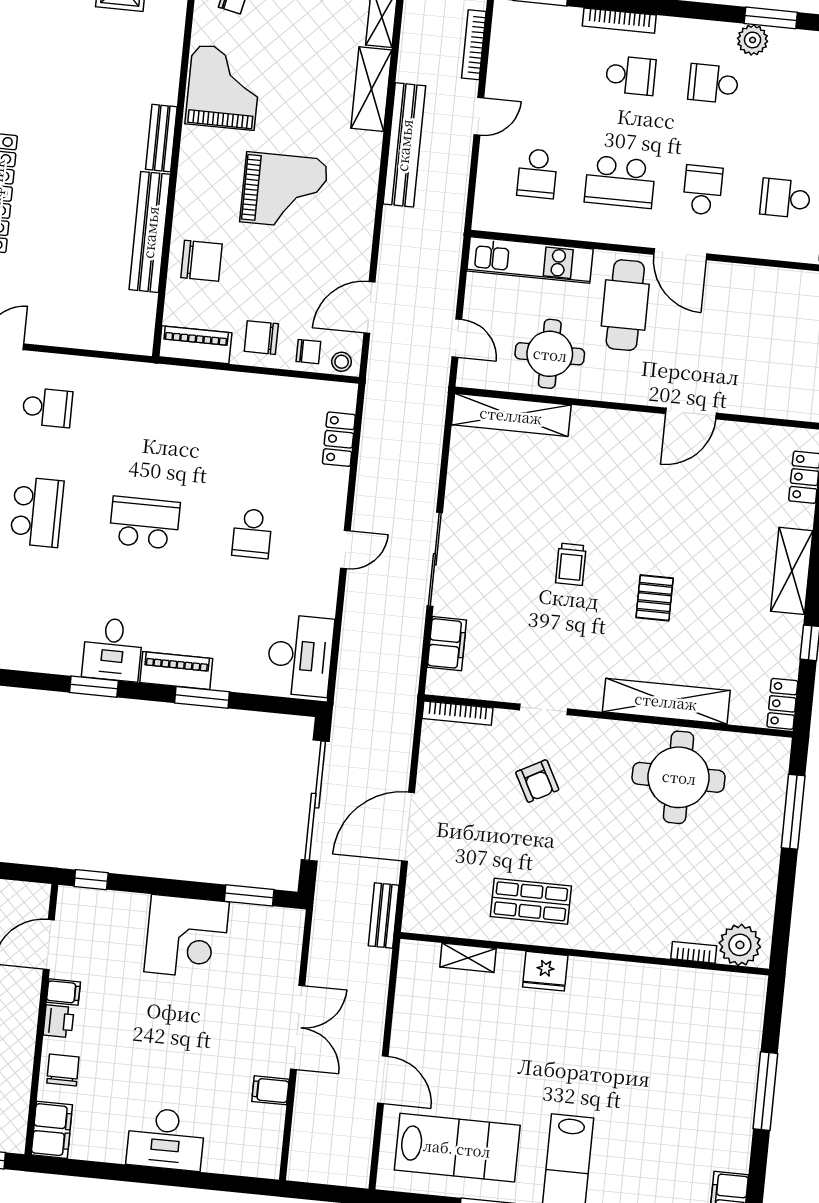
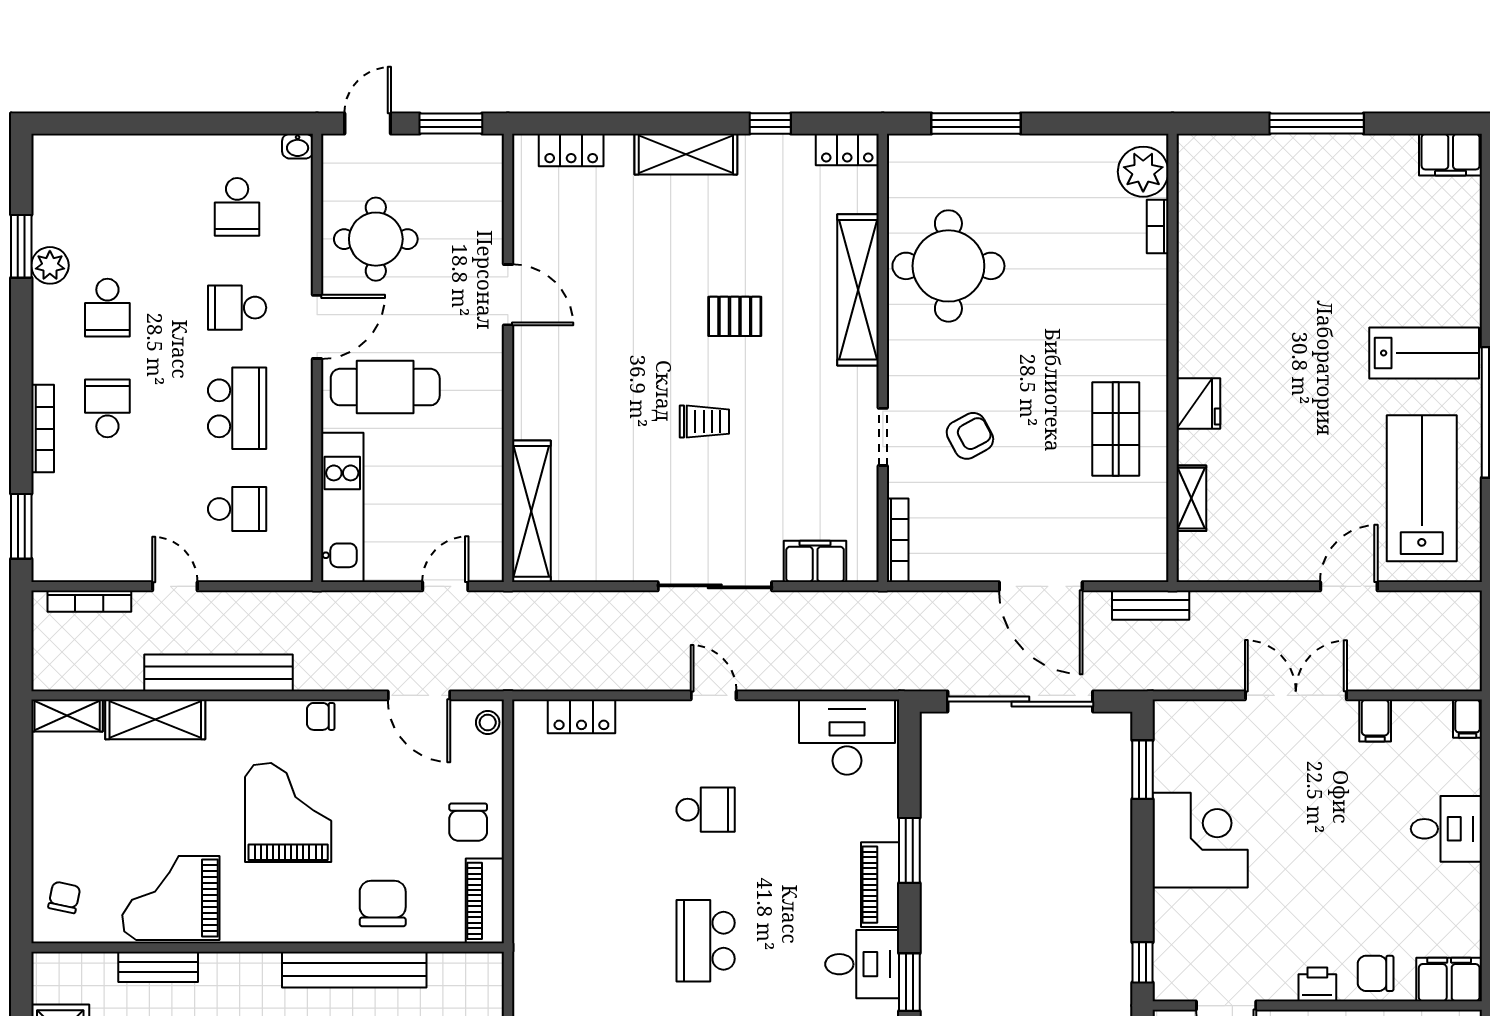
bench: (161, 138) -> (158, 967), moved
chair: (308, 352) -> (321, 716), moved, turned -90
round table: (550, 354) -> (376, 239), moved
filing cabinet: (63, 992) -> (1468, 719), moved, turned 180
desk: (166, 1139) -> (1446, 829), width x0.73

